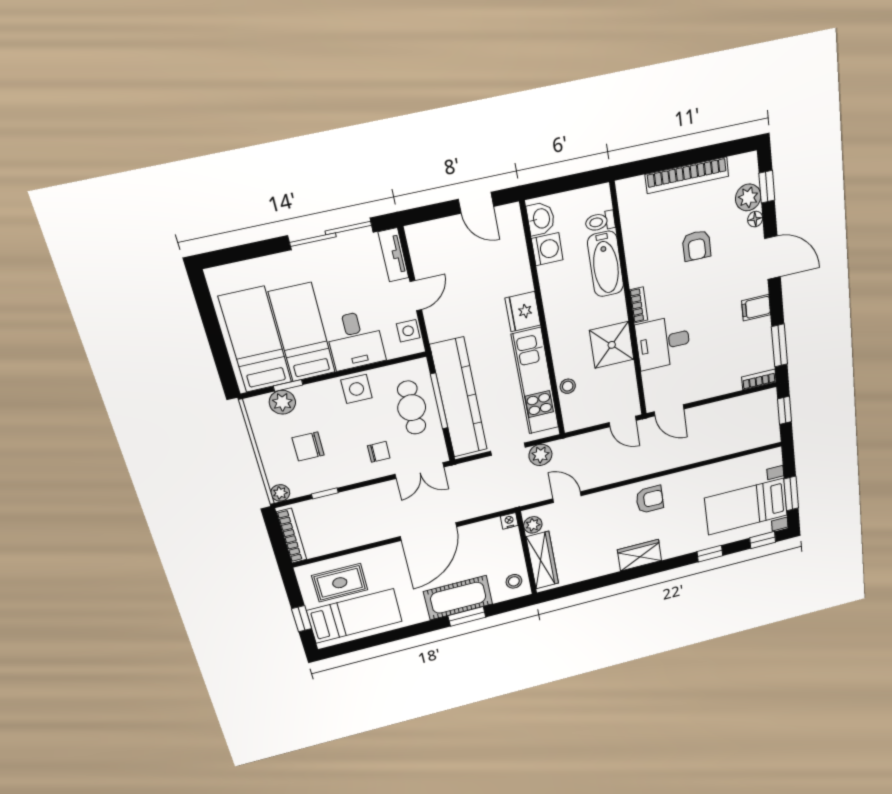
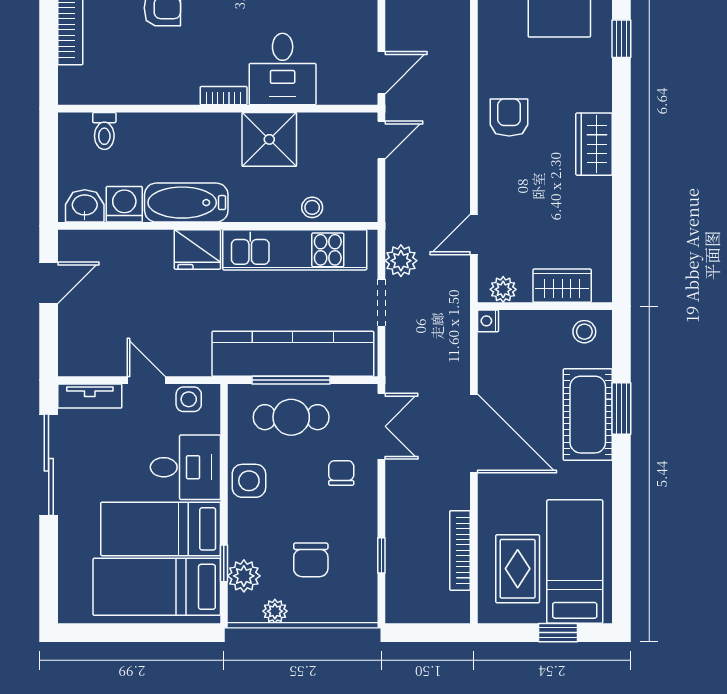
bathtub: (606, 264) -> (186, 203), moved, turned 180
plant: (280, 493) -> (275, 611), moved
bookcase: (292, 536) -> (460, 550), moved, turned -90
wardrobe: (542, 560) -> (562, 286), width x0.67

